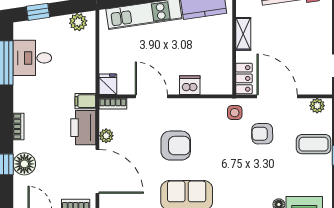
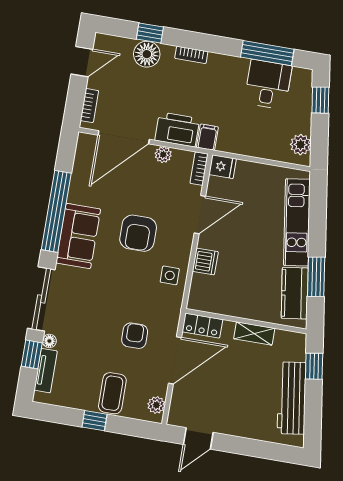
side table: (235, 113) -> (170, 275), moved

